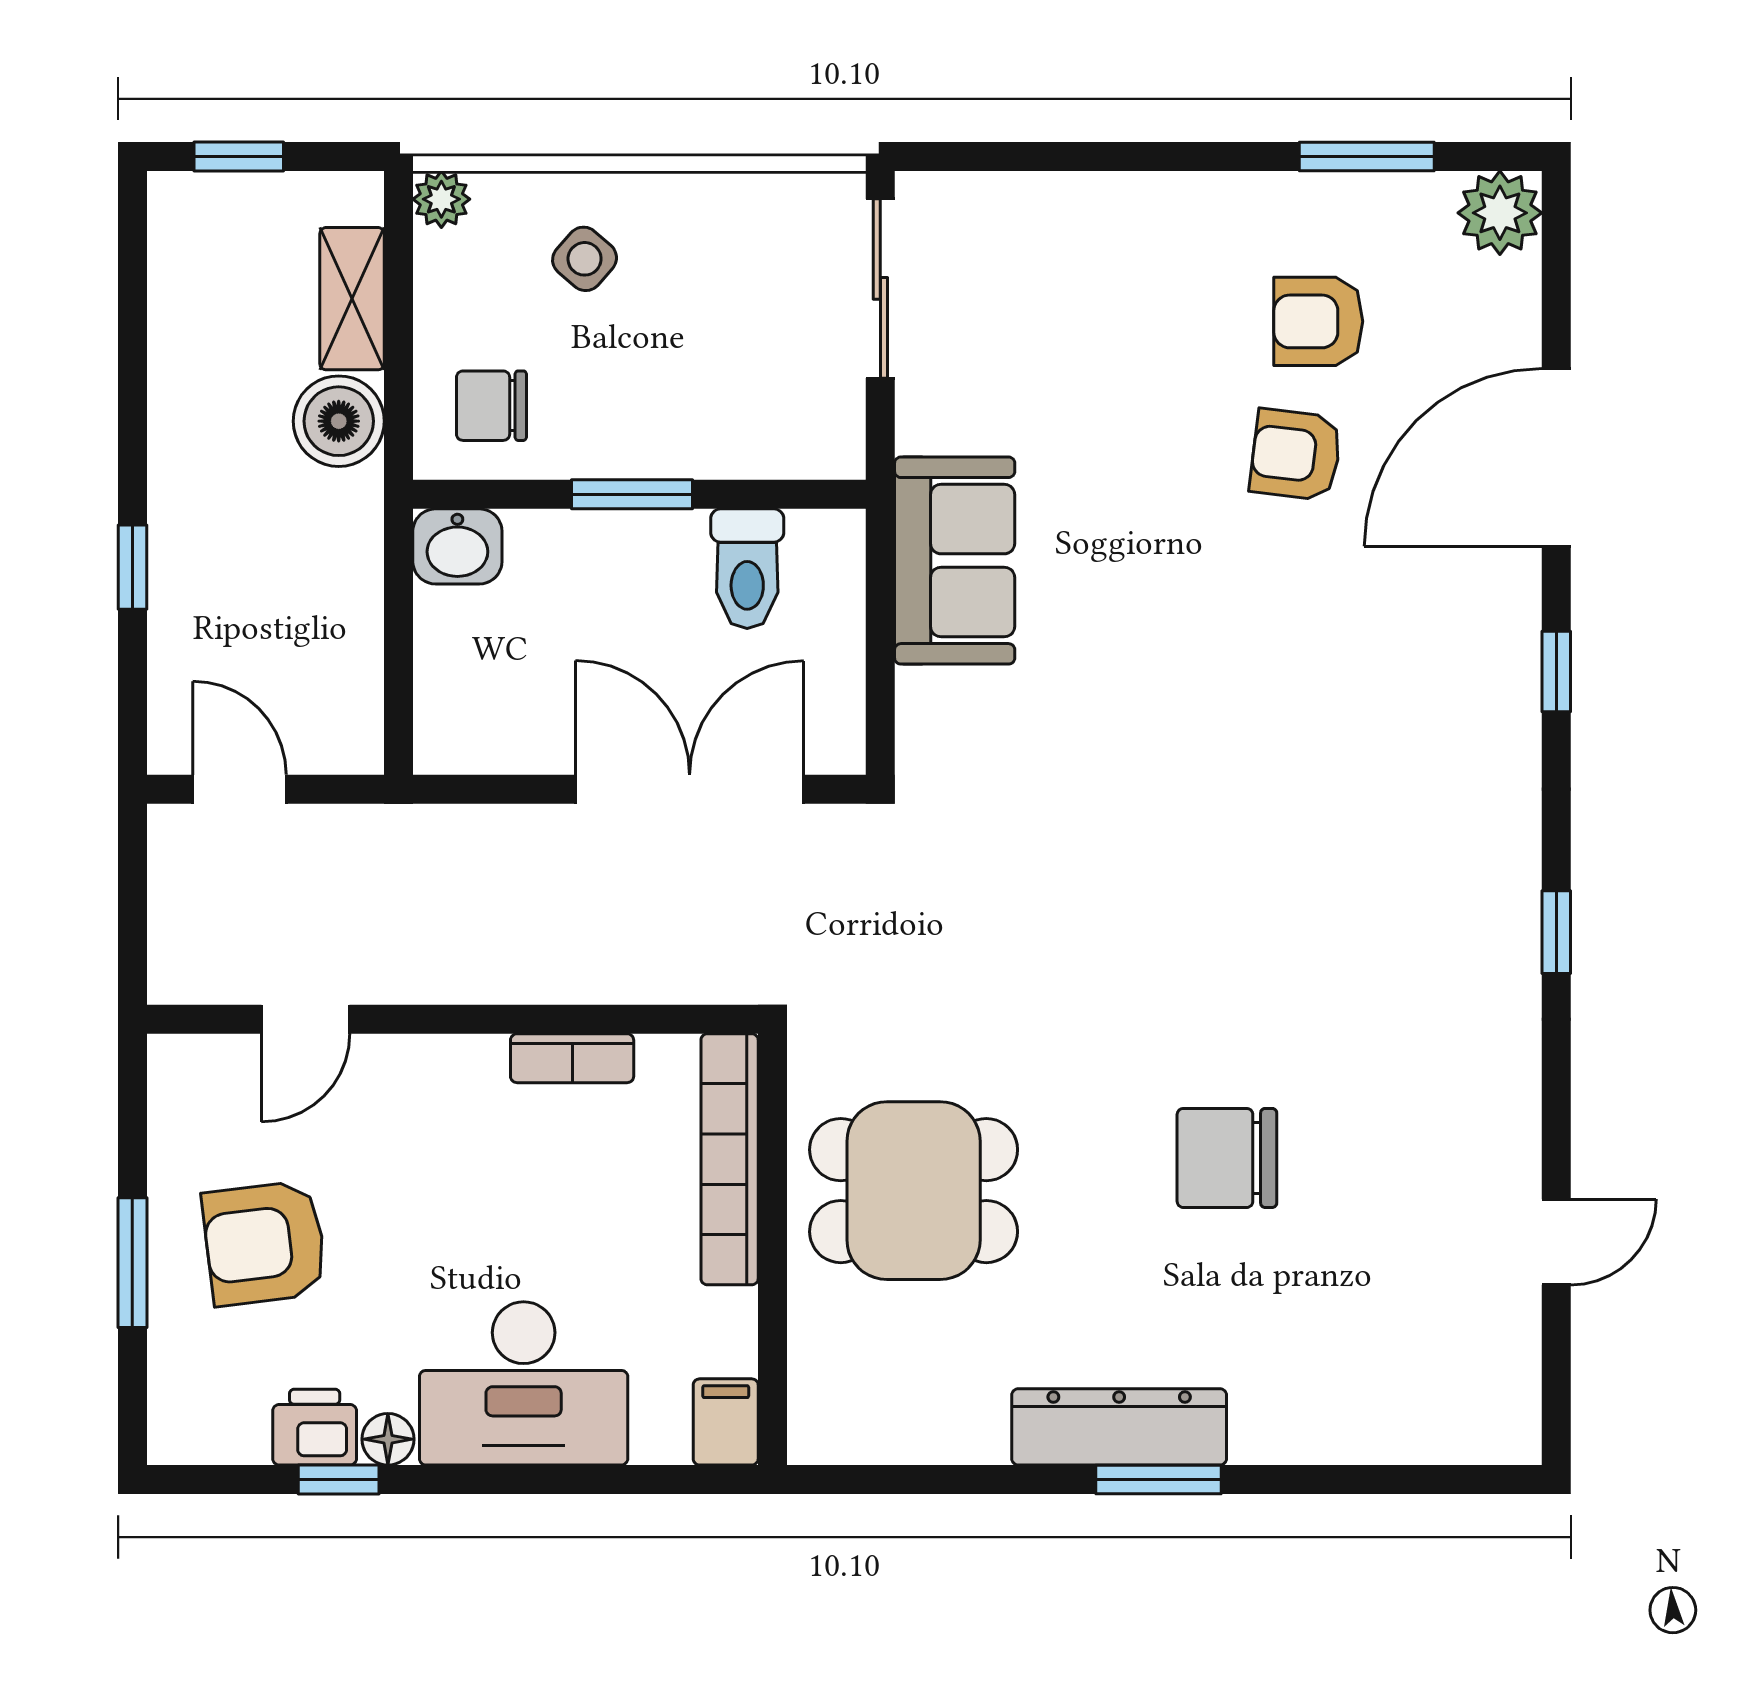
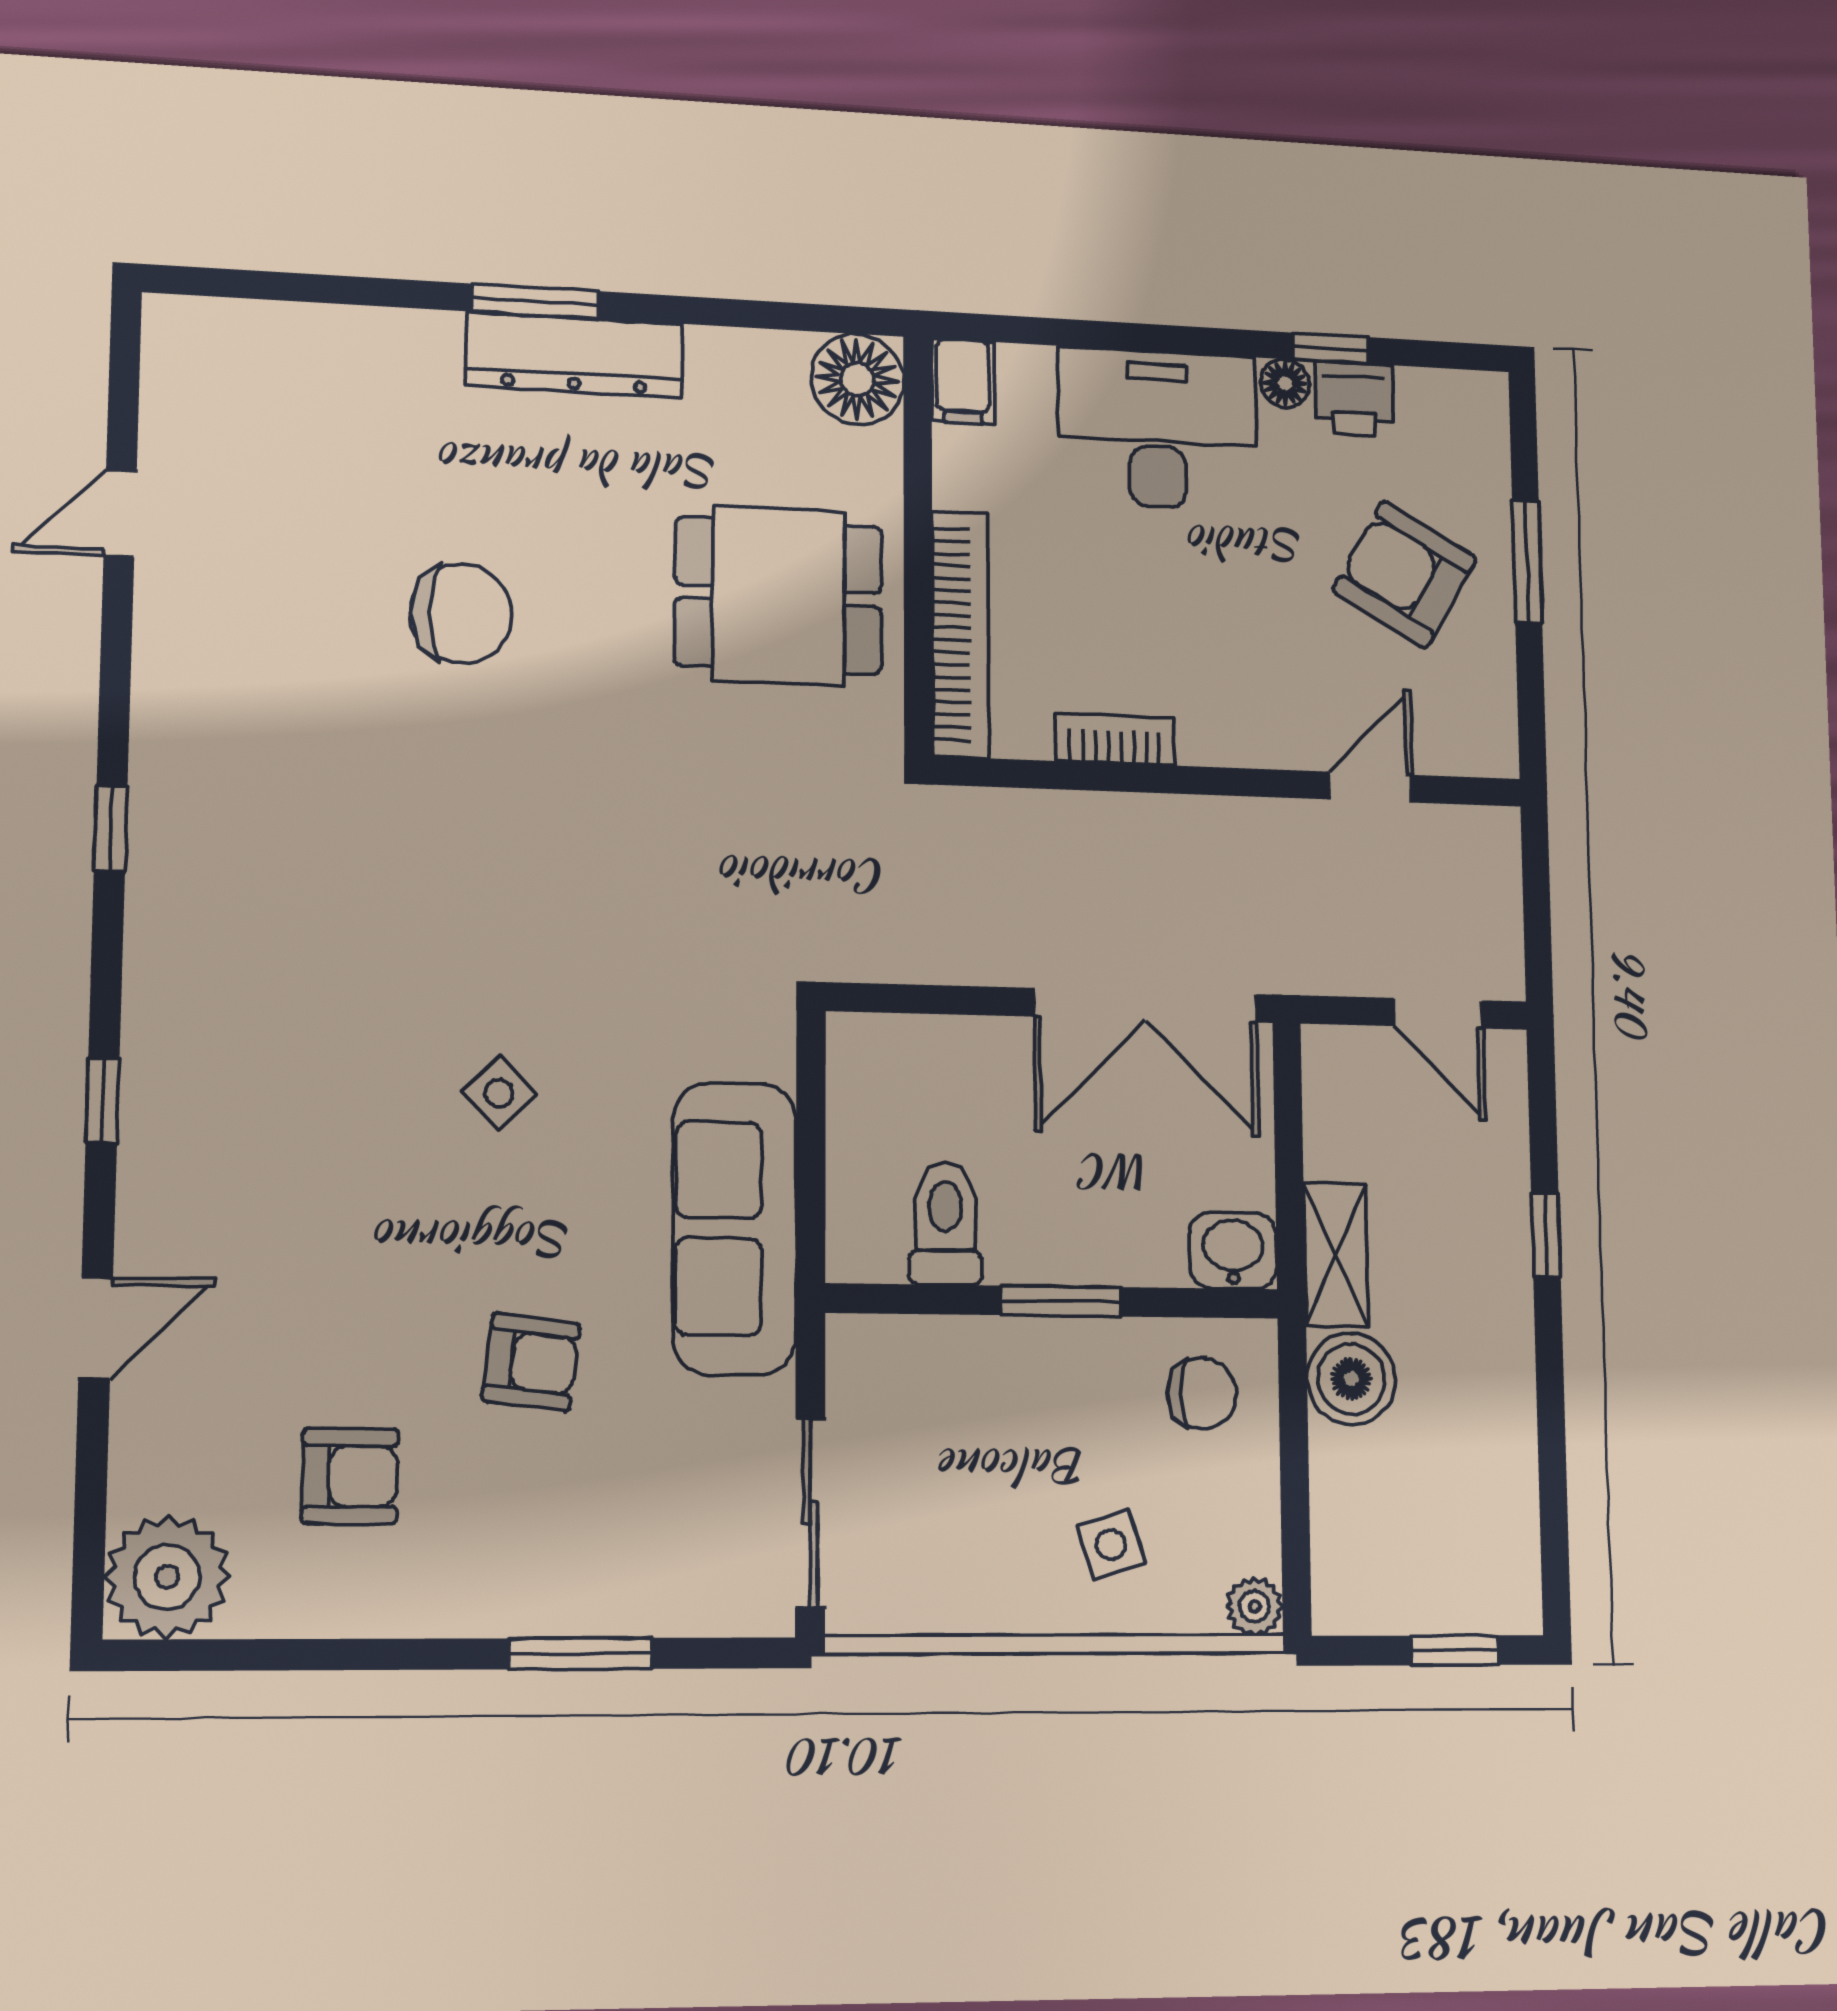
window: (1367, 156) -> (580, 1654), moved
plant: (1500, 213) -> (167, 1577), width x1.36, depth x1.36
side table: (585, 259) -> (1111, 1545), turned 31
shelving: (352, 299) -> (1336, 1255), moved
armchair: (1296, 455) -> (531, 1362), moved
door: (1556, 457) -> (96, 1328), width x0.53
sofa: (955, 561) -> (735, 1228), width x1.36
side table: (1184, 687) -> (499, 1093), added
double door: (690, 789) -> (1146, 1005), moved
armchair: (265, 1243) -> (1405, 574), turned -143
floor lamp: (834, 1418) -> (857, 379), added

